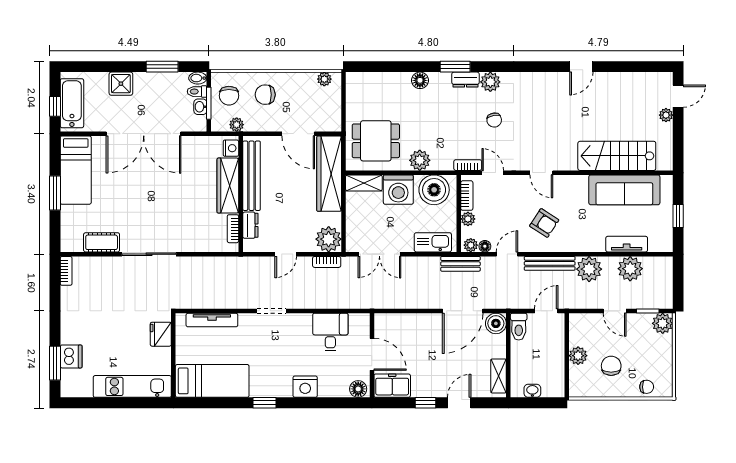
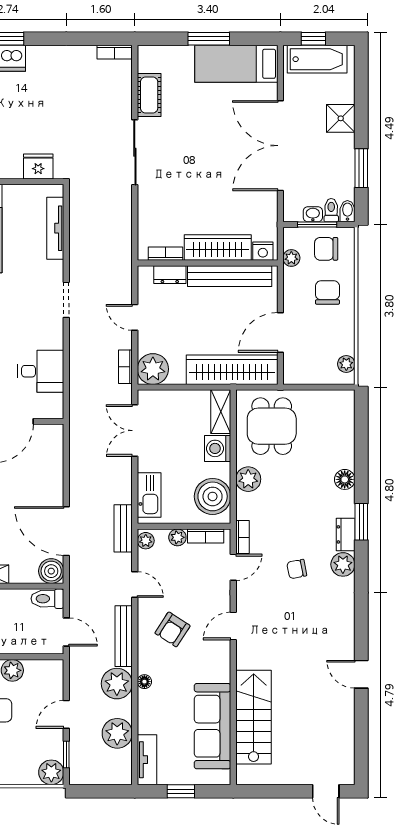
plant: (666, 115) -> (303, 776), removed
washing machine: (398, 190) -> (218, 448), width x0.73, depth x0.73
tv unit: (627, 244) -> (147, 760), moved
floor lamp: (485, 246) -> (144, 682), moved

